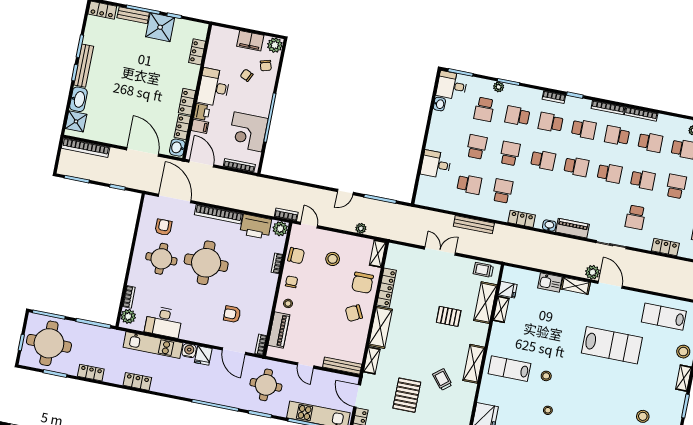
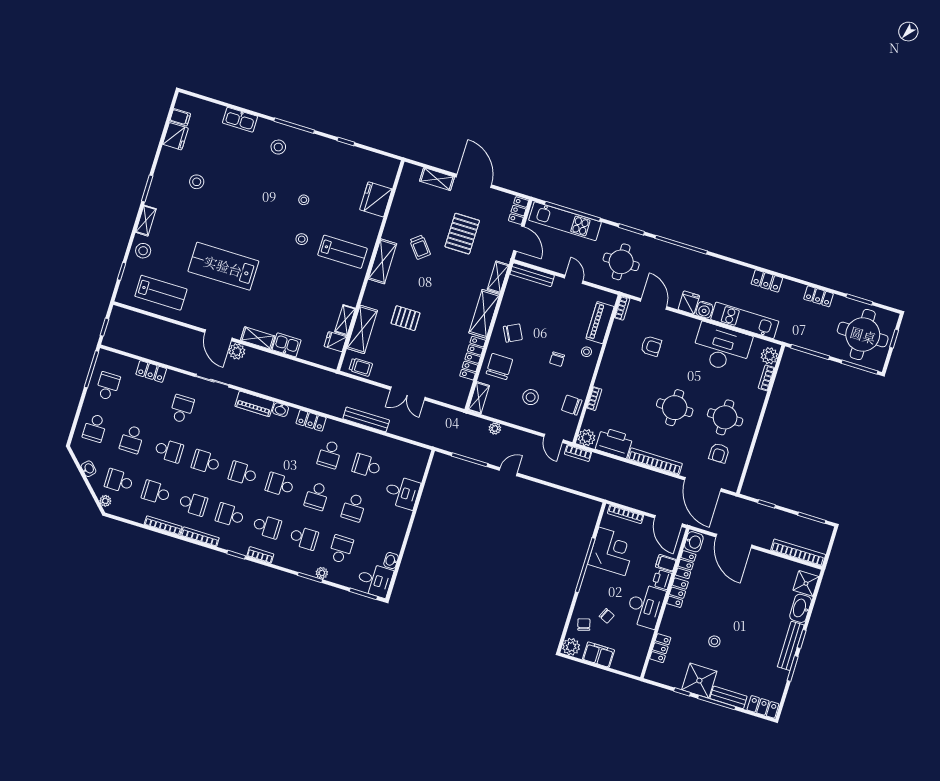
stool: (151, 63) -> (714, 641), added
school desk: (643, 180) -> (169, 451), turned 180
round table: (206, 263) -> (675, 408), width x0.73, depth x0.73
chair: (292, 282) -> (557, 359), moved
desk: (164, 322) -> (722, 348), width x1.36, depth x1.30

